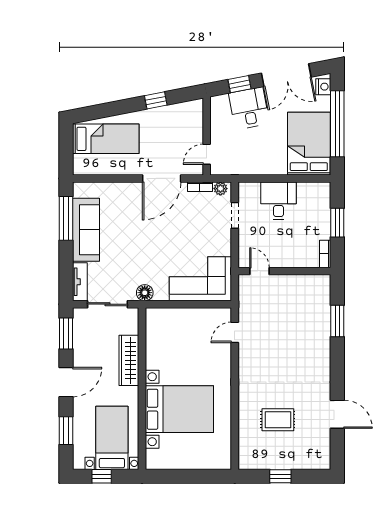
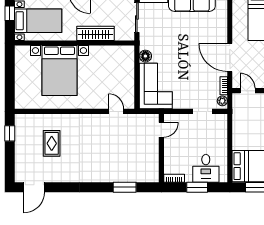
desk: (279, 201) -> (206, 168), moved, turned 90
floor lamp: (145, 293) -> (145, 56), moved
door: (337, 414) -> (34, 187), moved
window: (280, 476) -> (10, 133), moved

